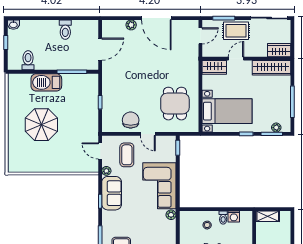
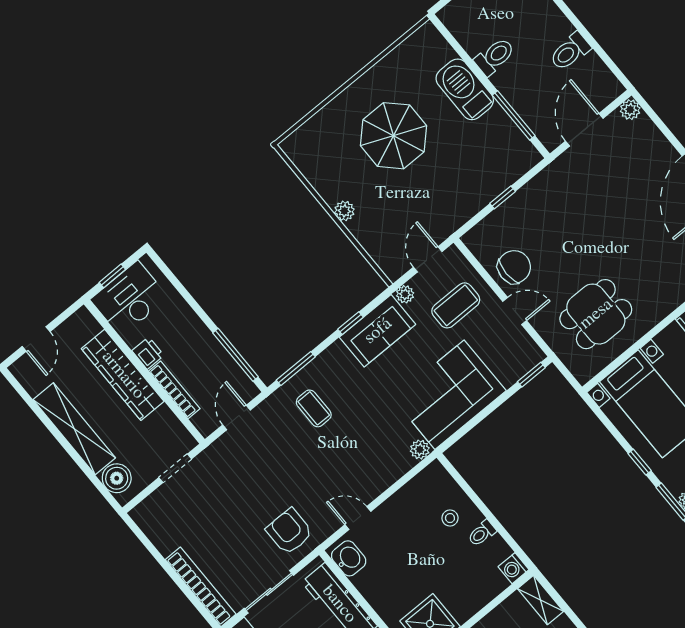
plant: (131, 25) -> (630, 110), moved
door: (100, 49) -> (584, 130), swing flipped
toilet: (28, 60) -> (495, 57), moved
door: (148, 134) -> (515, 311), swing flipped
plant: (55, 168) -> (344, 211), added
washing machine: (234, 216) -> (514, 568), moved

